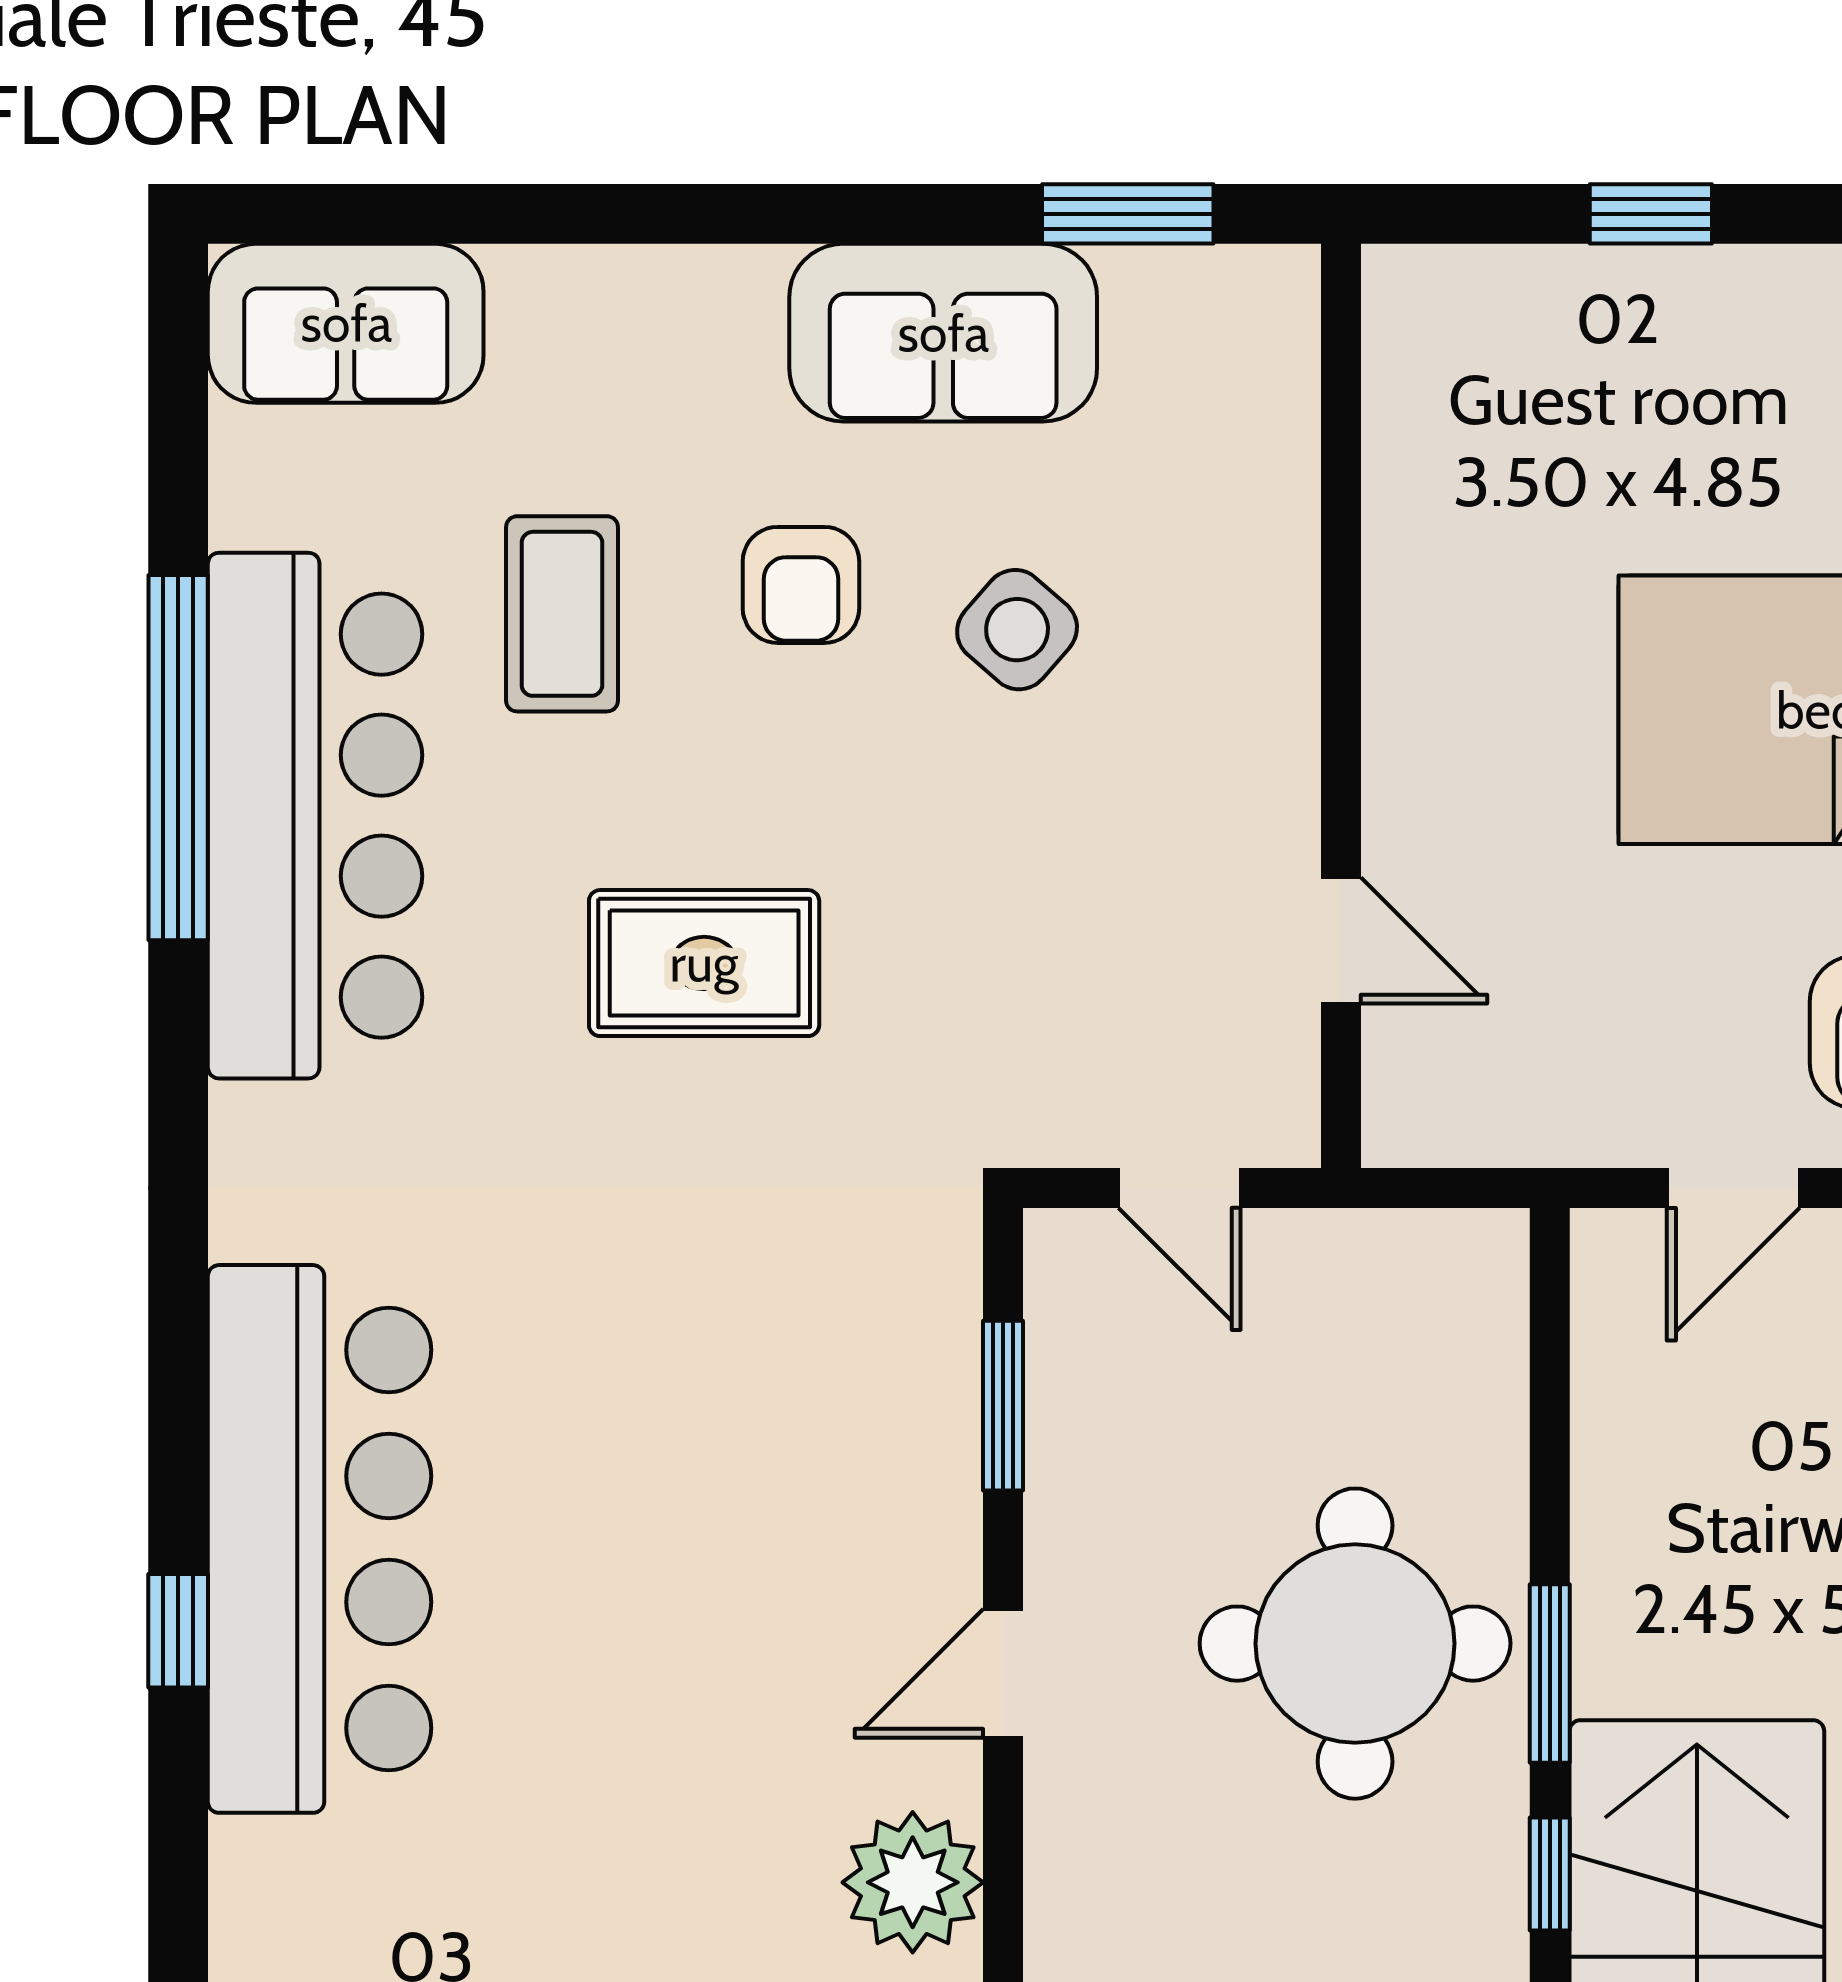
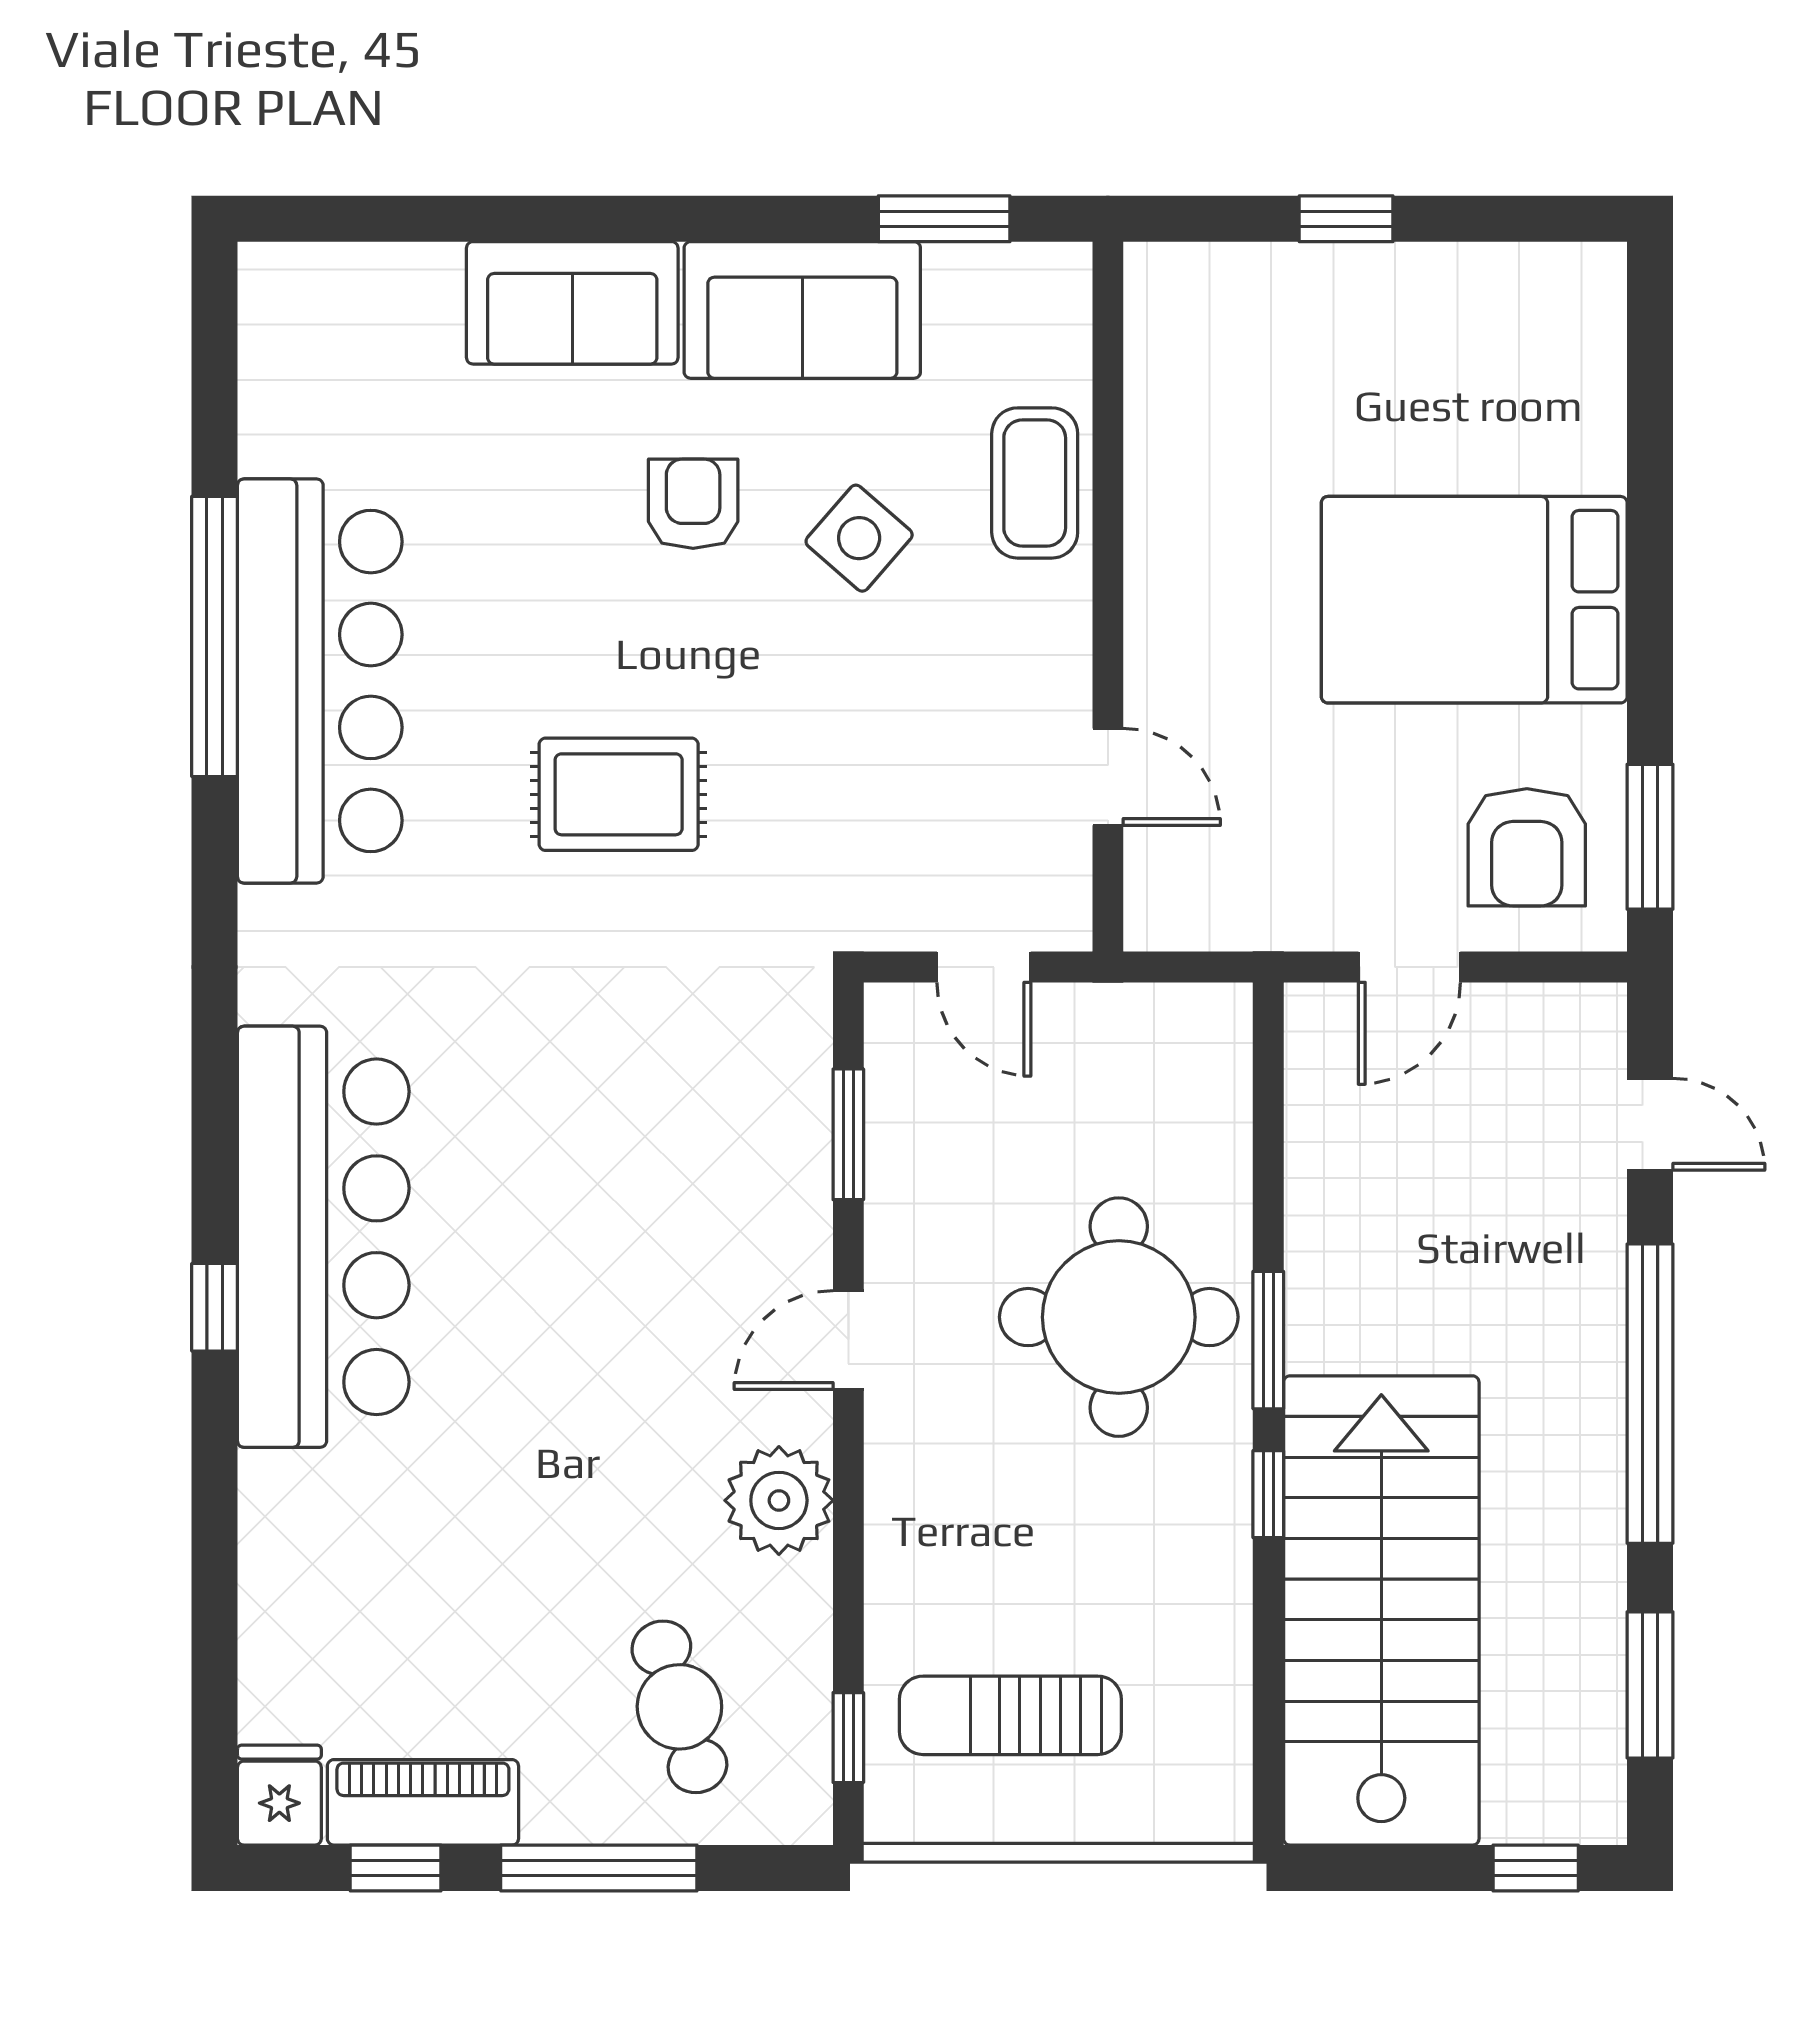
sofa: (346, 323) -> (572, 303), moved
armchair: (801, 585) -> (693, 504), turned 180
coffee table: (562, 614) -> (1035, 483), moved

